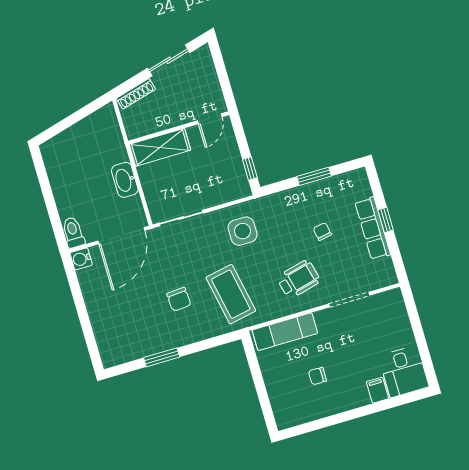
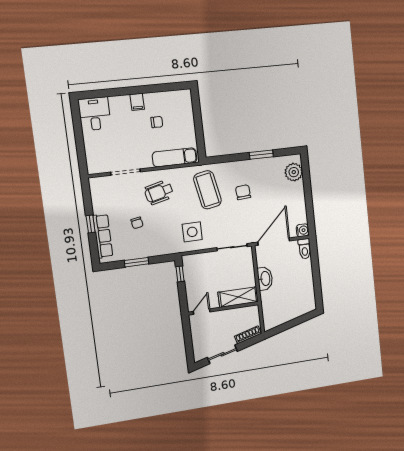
row of seats: (373, 228) -> (103, 236), moved
plant: (109, 341) -> (294, 172), added
filing cabinet: (377, 390) -> (137, 102), moved

